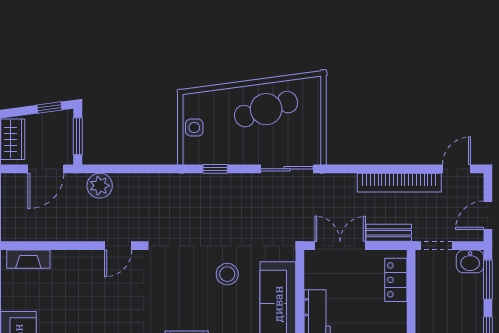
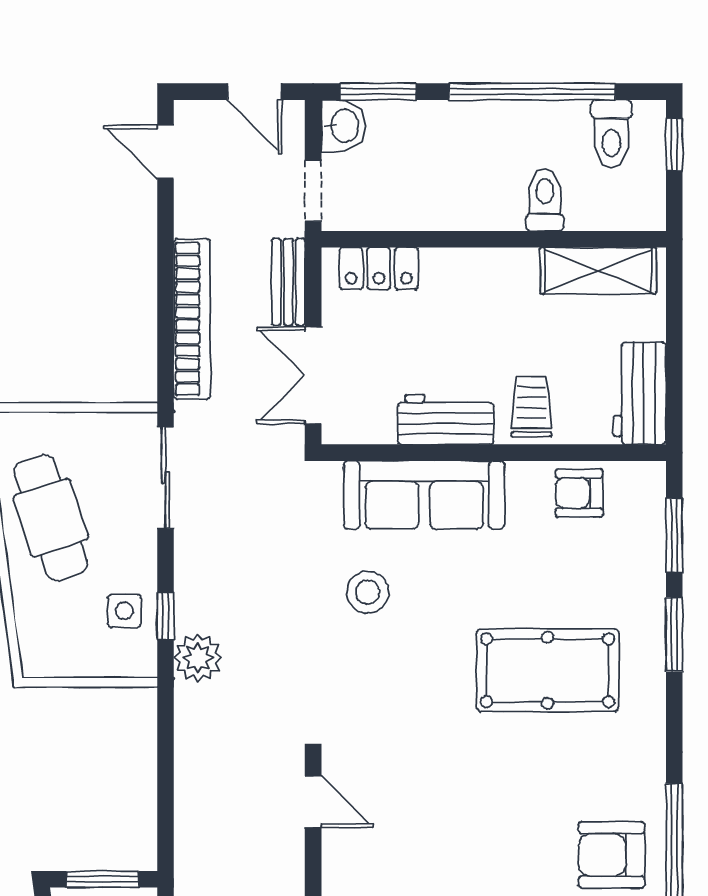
side table: (194, 128) -> (124, 611), moved
bookcase: (399, 183) -> (192, 319), moved
plant: (100, 186) -> (198, 658), moved

